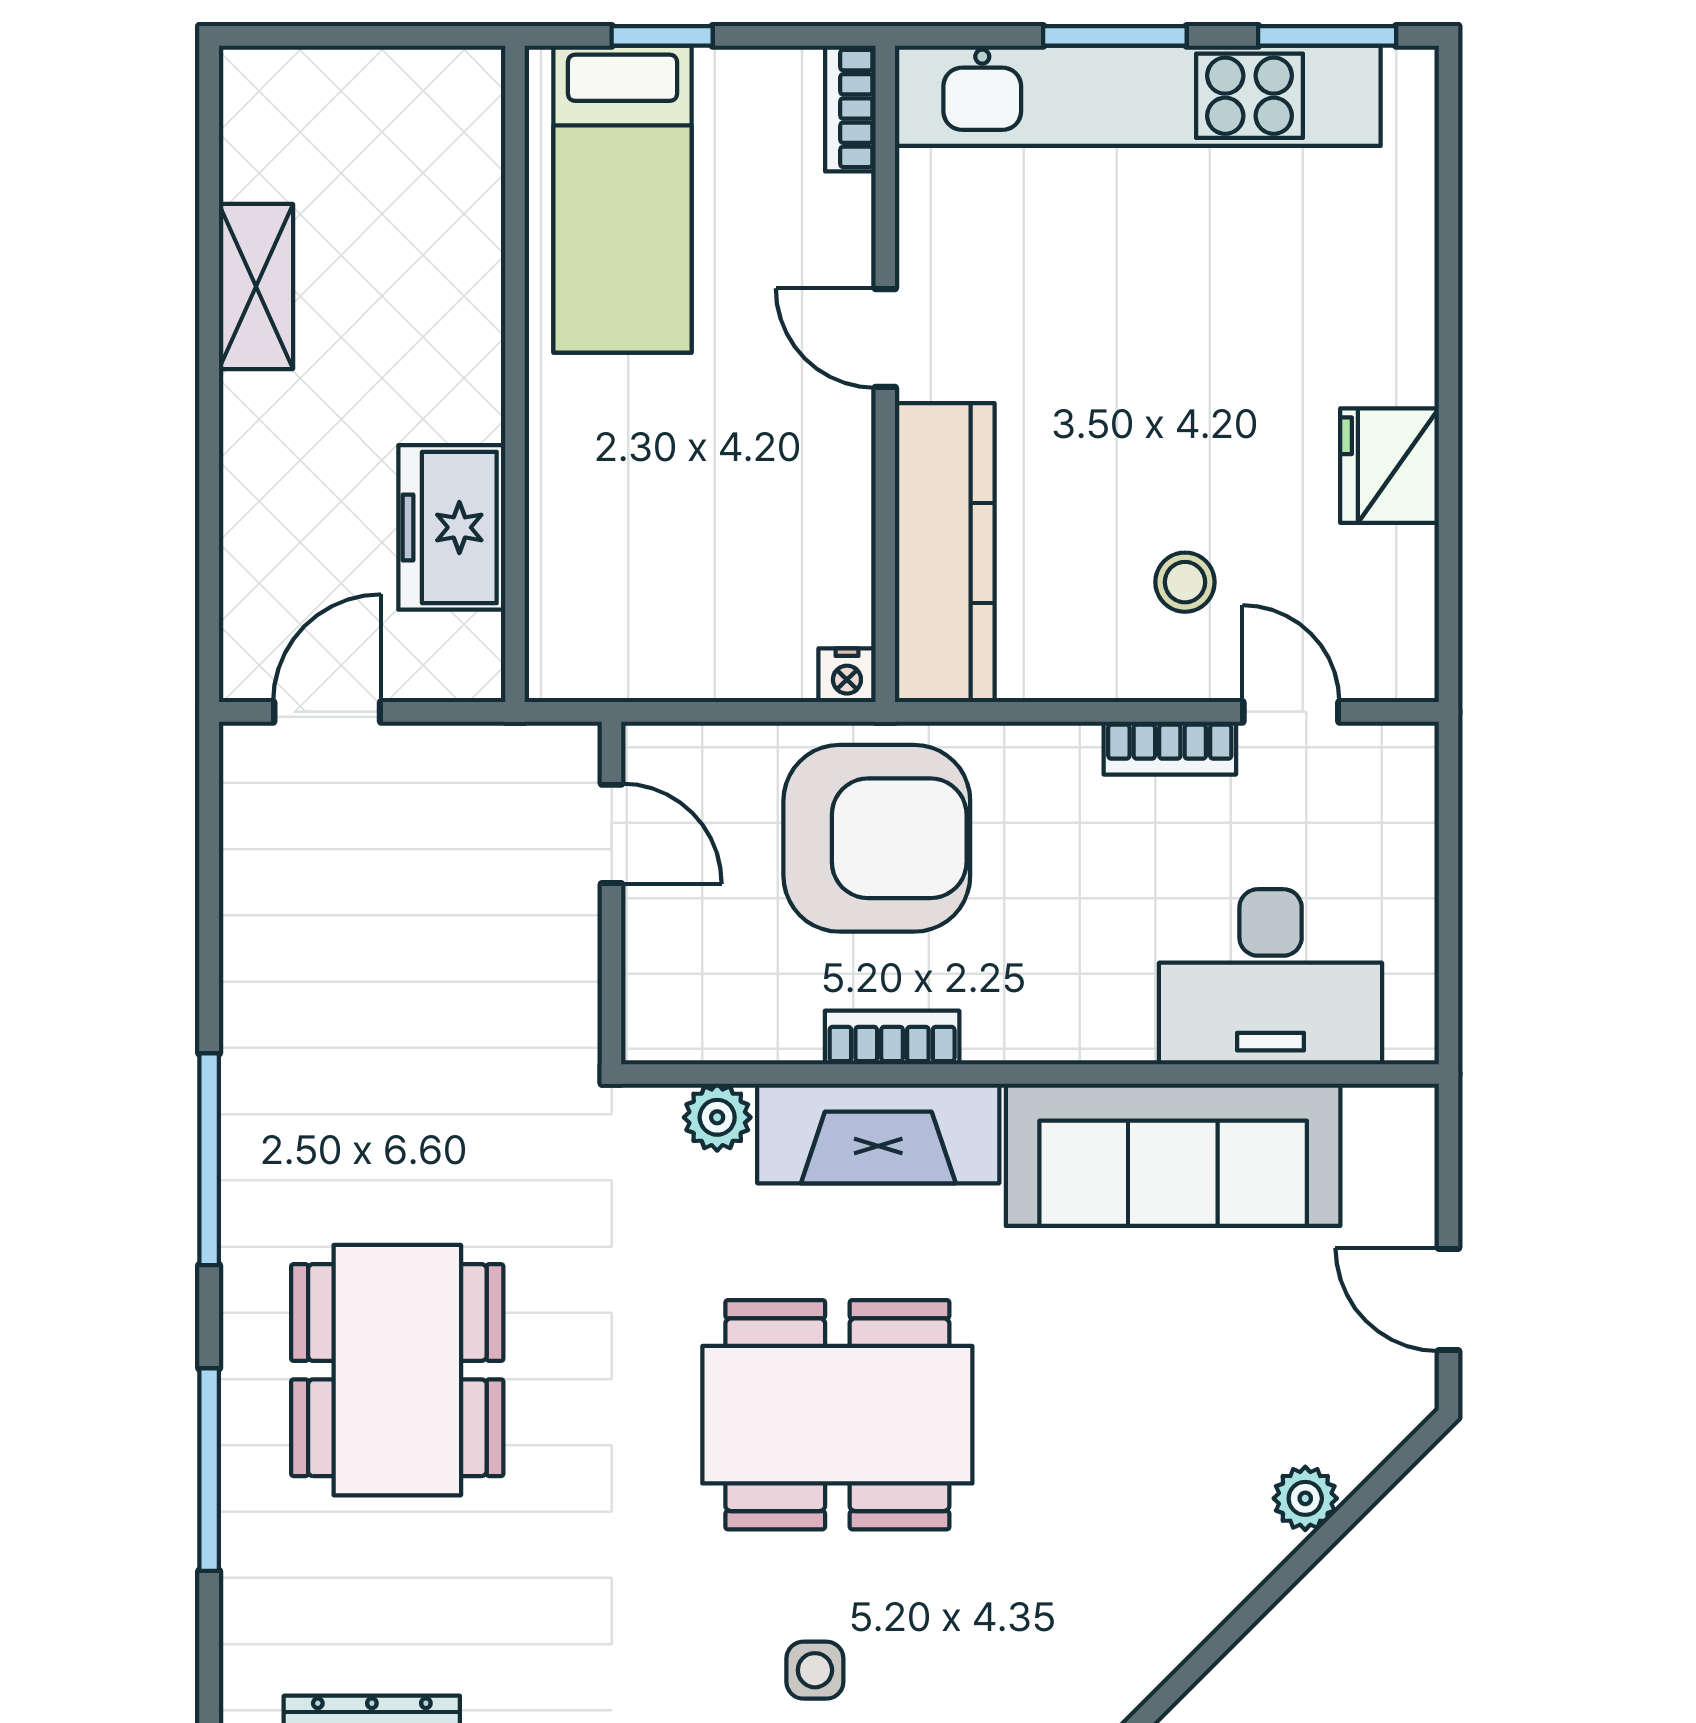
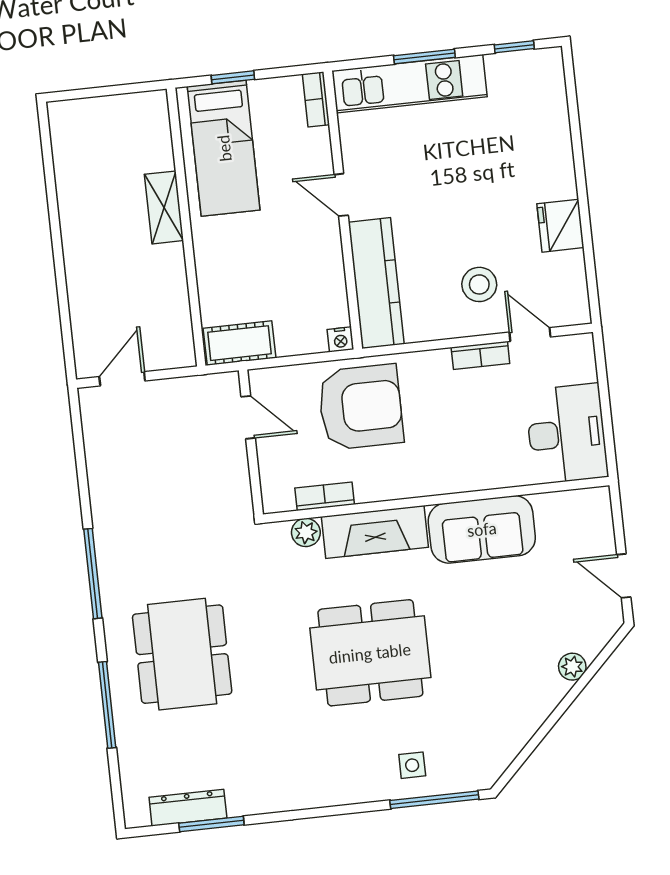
window: (1327, 36) -> (514, 47), width x0.67
kitchen unit: (1138, 96) -> (409, 84), width x0.73
shelving: (256, 286) -> (164, 207), moved
freezer: (452, 527) -> (166, 295), removed
stool: (1185, 582) -> (479, 284), width x1.37, depth x1.37
cot: (610, 658) -> (239, 343), added
desk: (1271, 977) -> (567, 434), moved, turned -90
bookcase: (892, 1038) -> (325, 496), moved
sofa: (1173, 1155) -> (482, 529), width x0.73
side table: (815, 1670) -> (412, 765), moved

